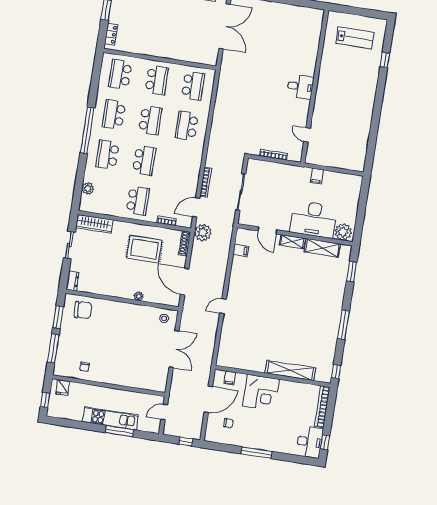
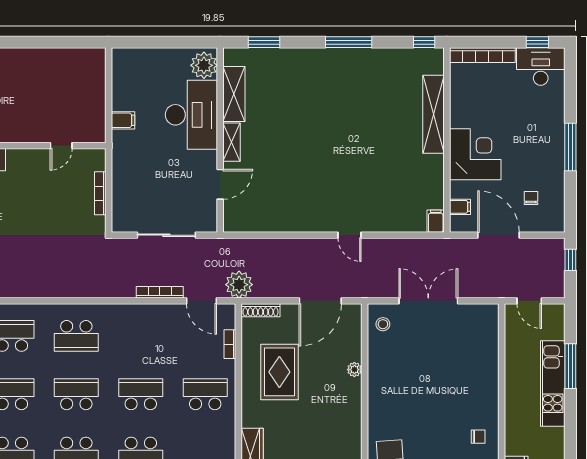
filing cabinet: (241, 250) -> (436, 221), moved

